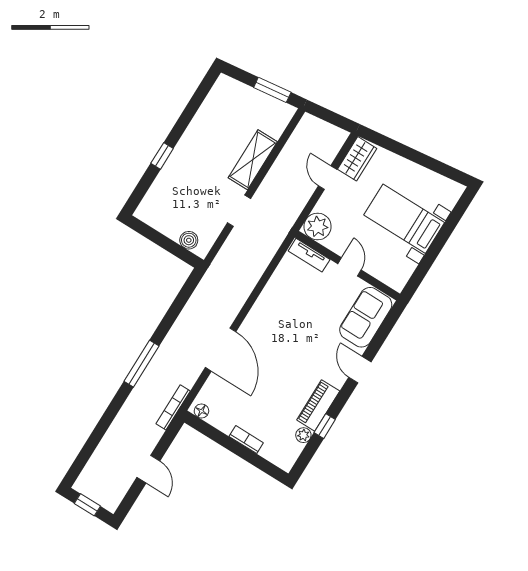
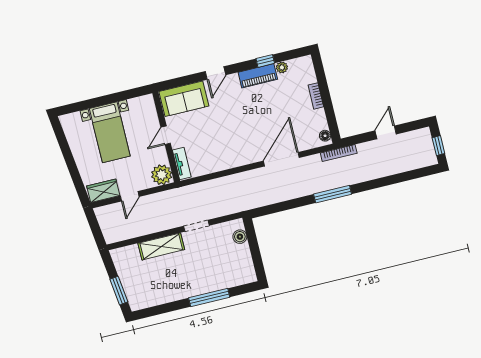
window: (272, 90) -> (119, 291), moved
window: (162, 156) -> (209, 298), width x2.17

